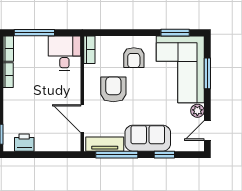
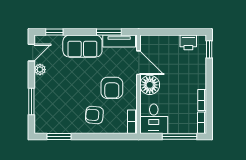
armchair: (134, 58) -> (94, 115), turned -85
corner sofa: (180, 69) -> (55, 105), removed
floor lamp: (69, 93) -> (150, 85), added
window: (117, 155) -> (109, 32), width x0.69
window: (164, 155) -> (54, 32), moved

